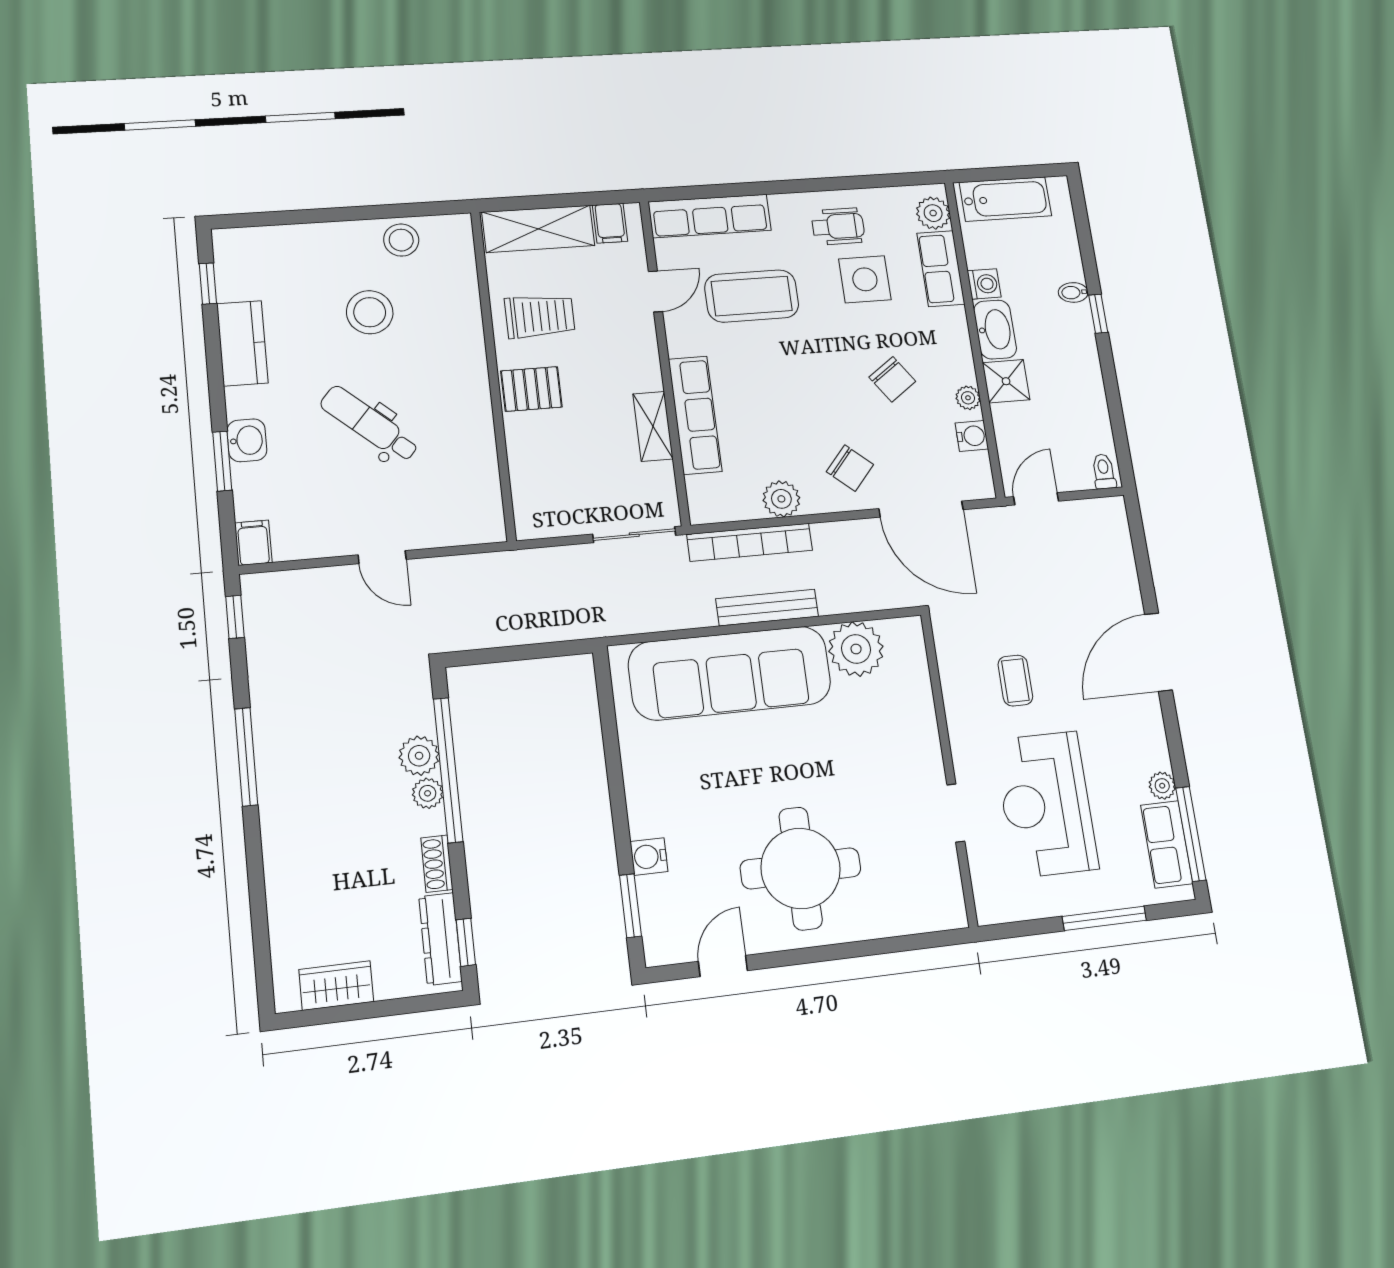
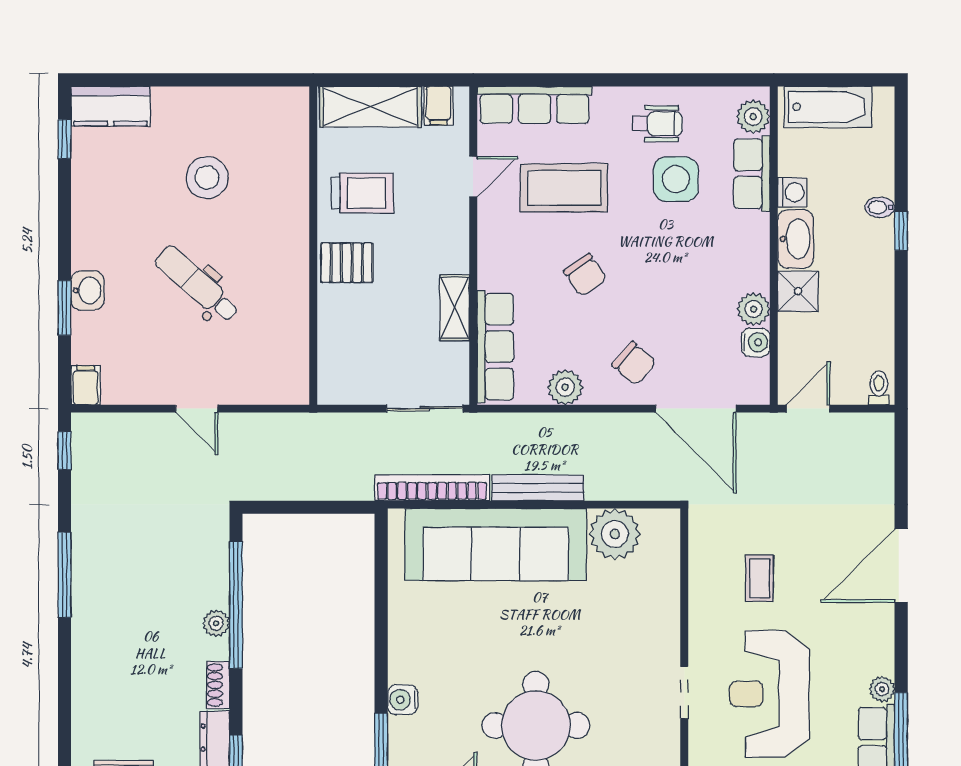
stool: (401, 240) -> (242, 109), removed
kitchen counter: (242, 343) -> (110, 106), moved, turned 90
chair: (892, 379) -> (585, 275), moved
plant: (968, 398) -> (754, 309), width x1.38, depth x1.38
row of seats: (695, 415) -> (495, 347), moved
bookcase: (750, 542) -> (432, 488), moved, turned 180
plant: (419, 756) -> (212, 590), removed

